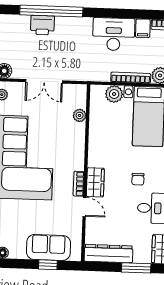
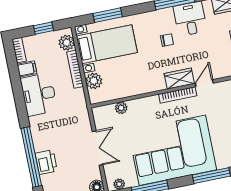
bookcase: (79, 184) -> (178, 95), width x1.56

